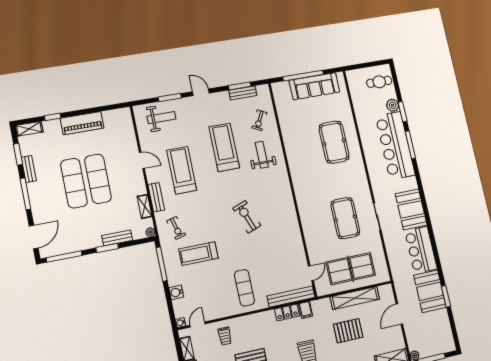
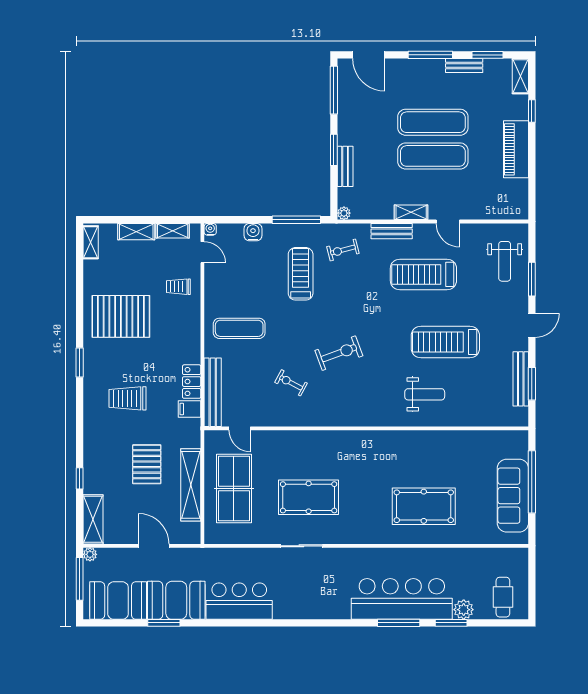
bench: (243, 93) -> (521, 379), width x1.36
exercise bike: (259, 120) -> (291, 383), moved
treadmill: (224, 147) -> (445, 342), turned 180
door: (142, 160) -> (448, 222), hinge flipped
treadmill: (182, 170) -> (423, 274), turned 180
shelving: (145, 206) -> (411, 212), moved
booth: (411, 209) -> (118, 601), moved

